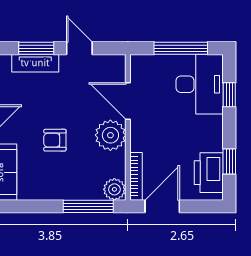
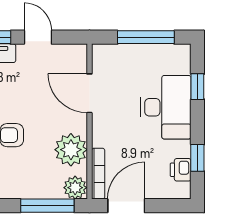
desk: (200, 84) -> (166, 107), moved
plant: (110, 135) -> (71, 150), moved
printer: (209, 173) -> (181, 170), width x0.53, depth x0.68

